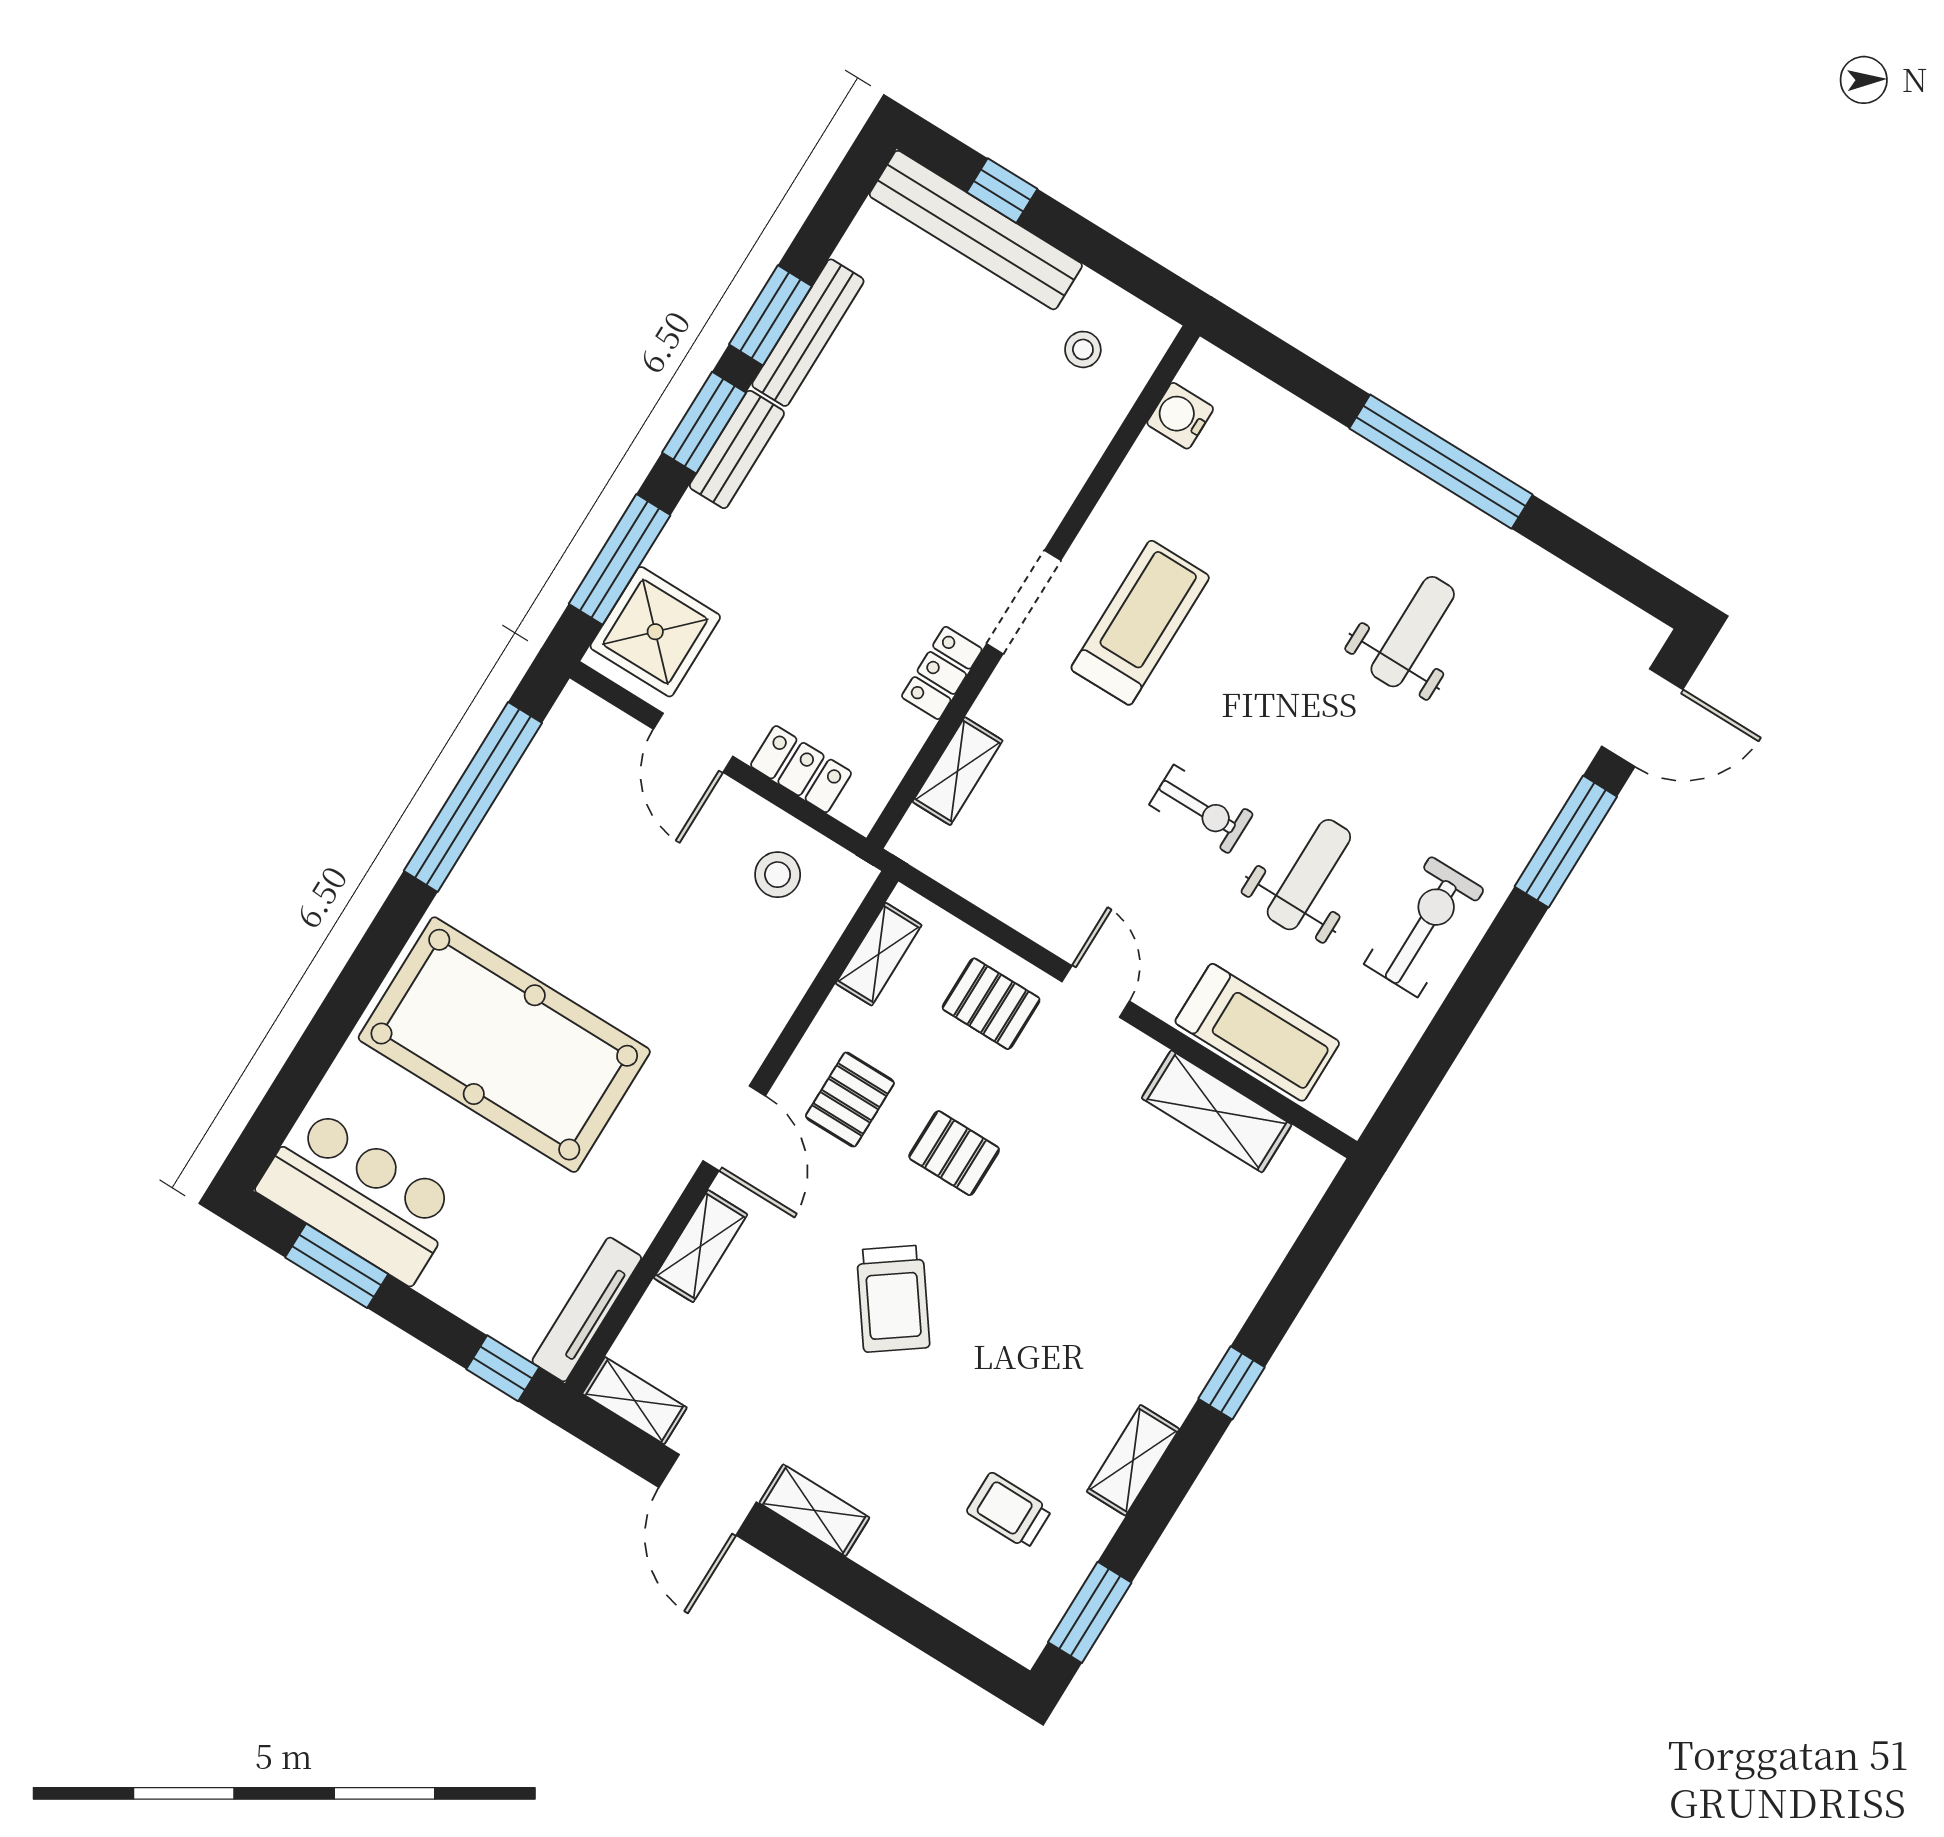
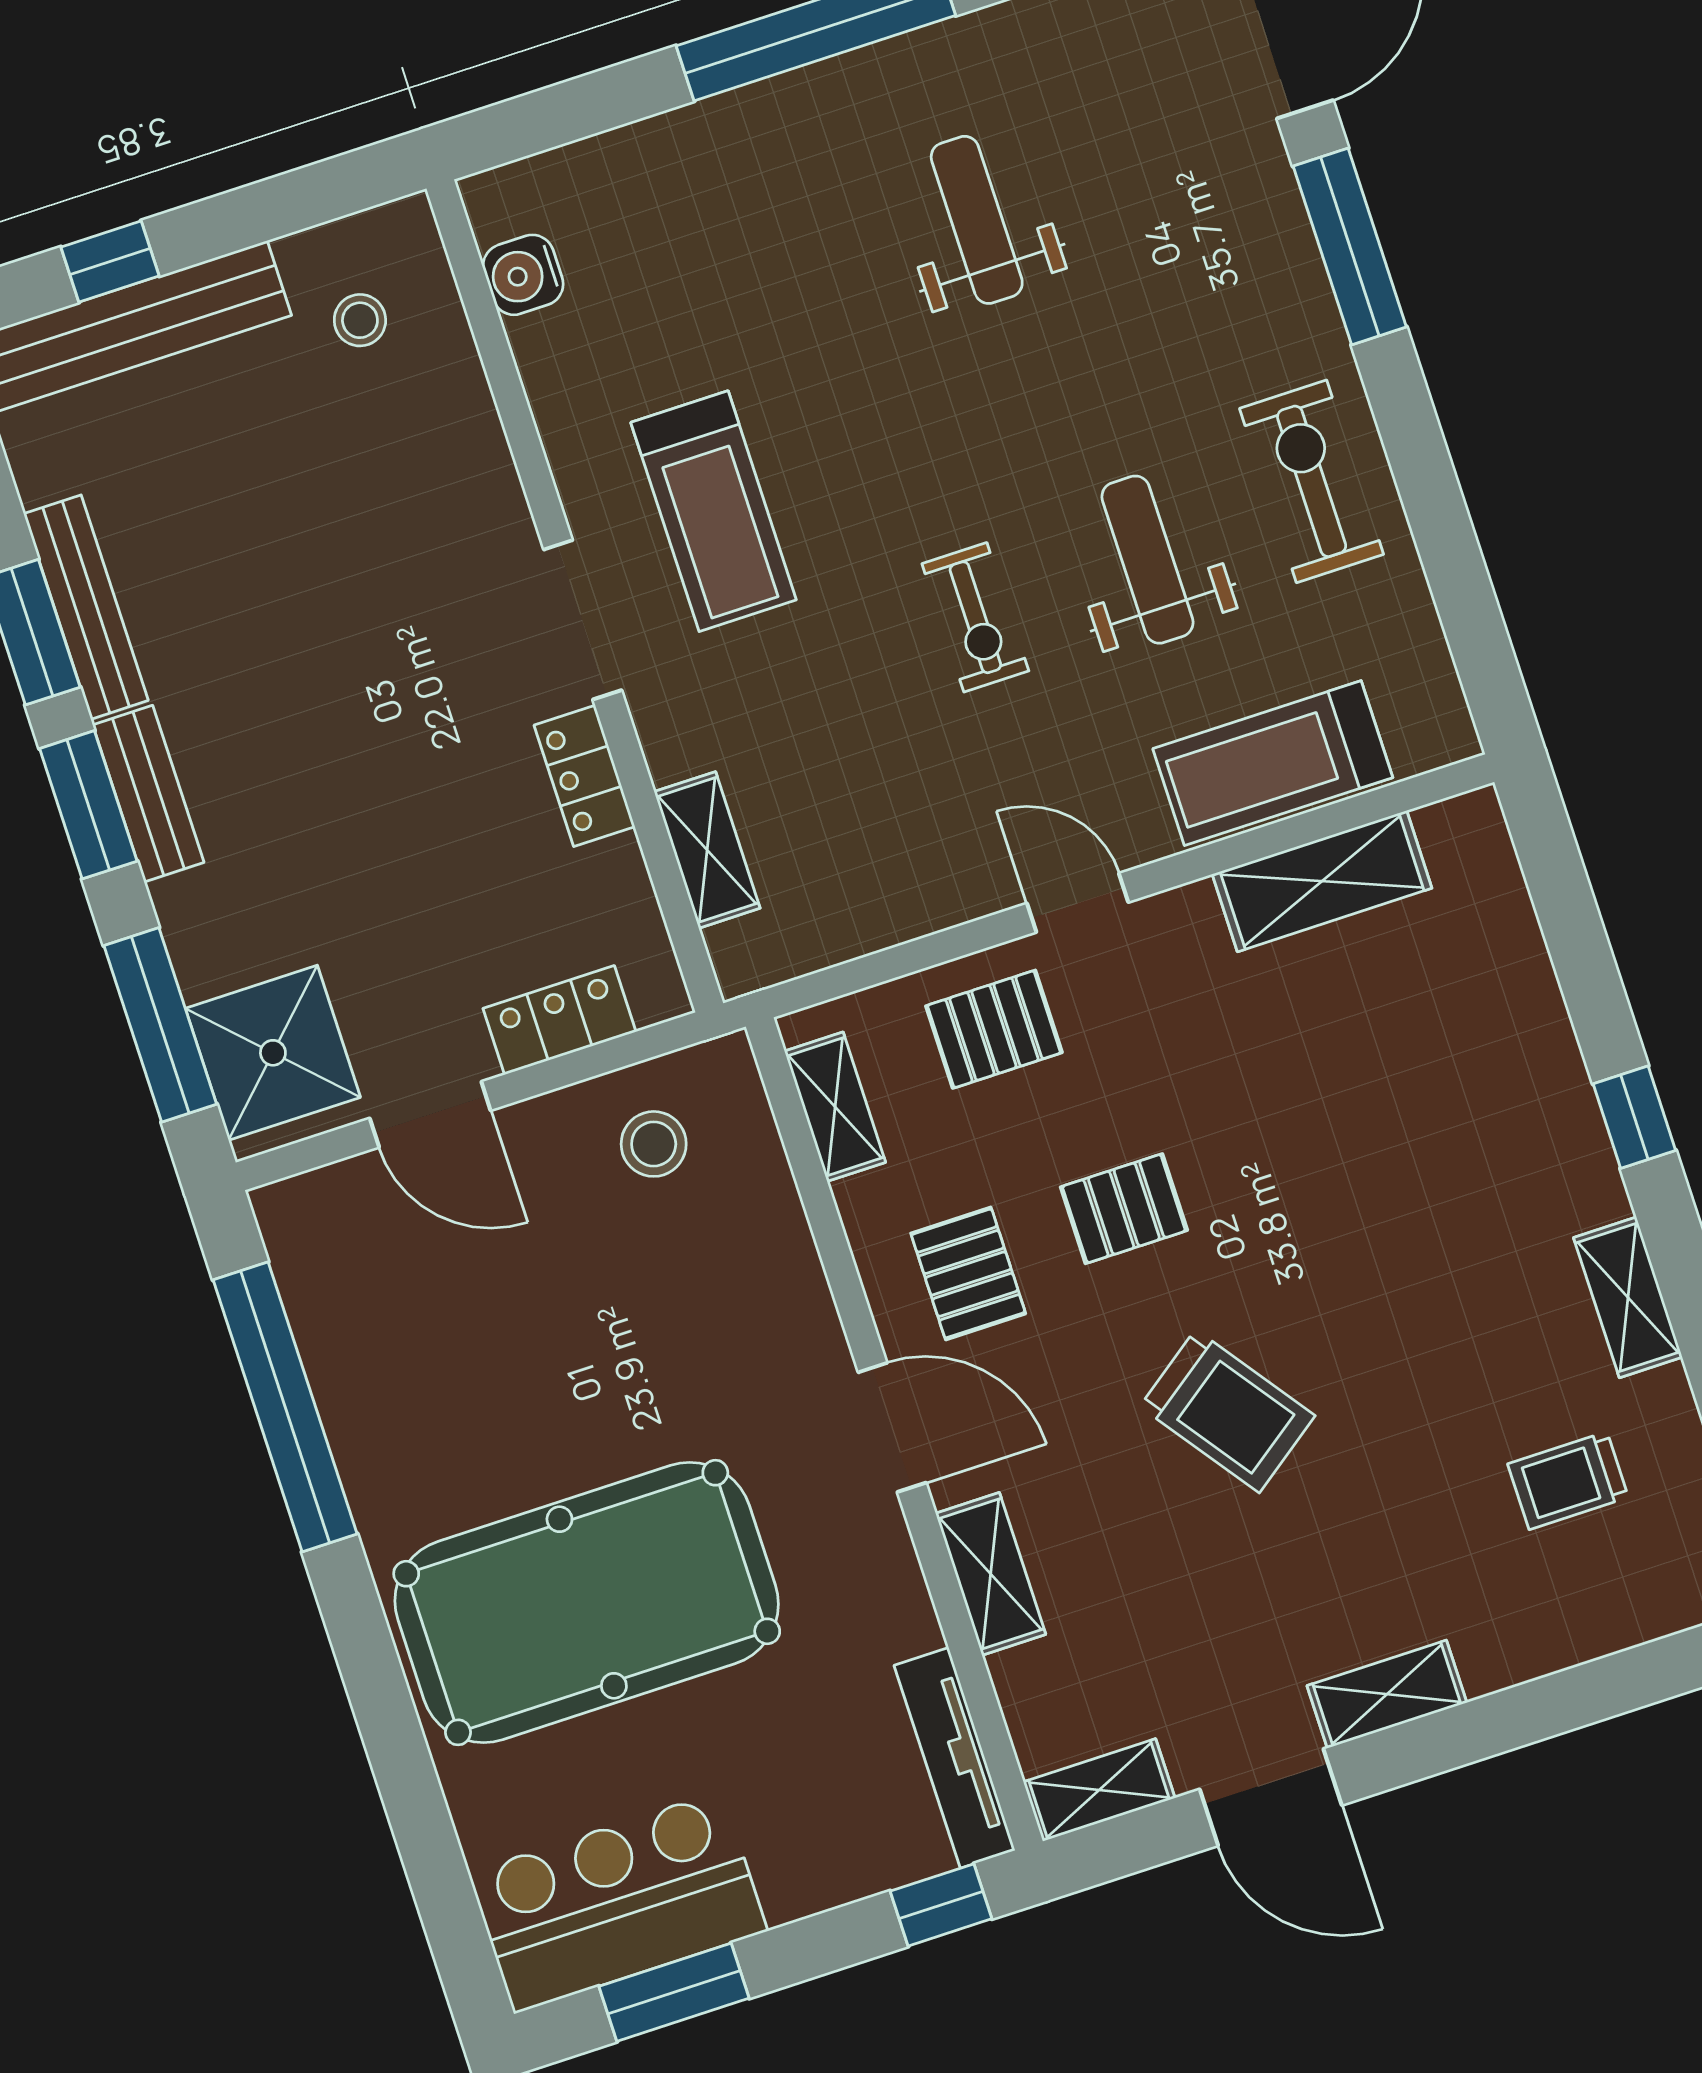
treadmill: (1140, 623) -> (714, 511), turned 180
exercise bike: (1201, 809) -> (975, 617), turned 90
treadmill: (1257, 1032) -> (1273, 763), turned 180

